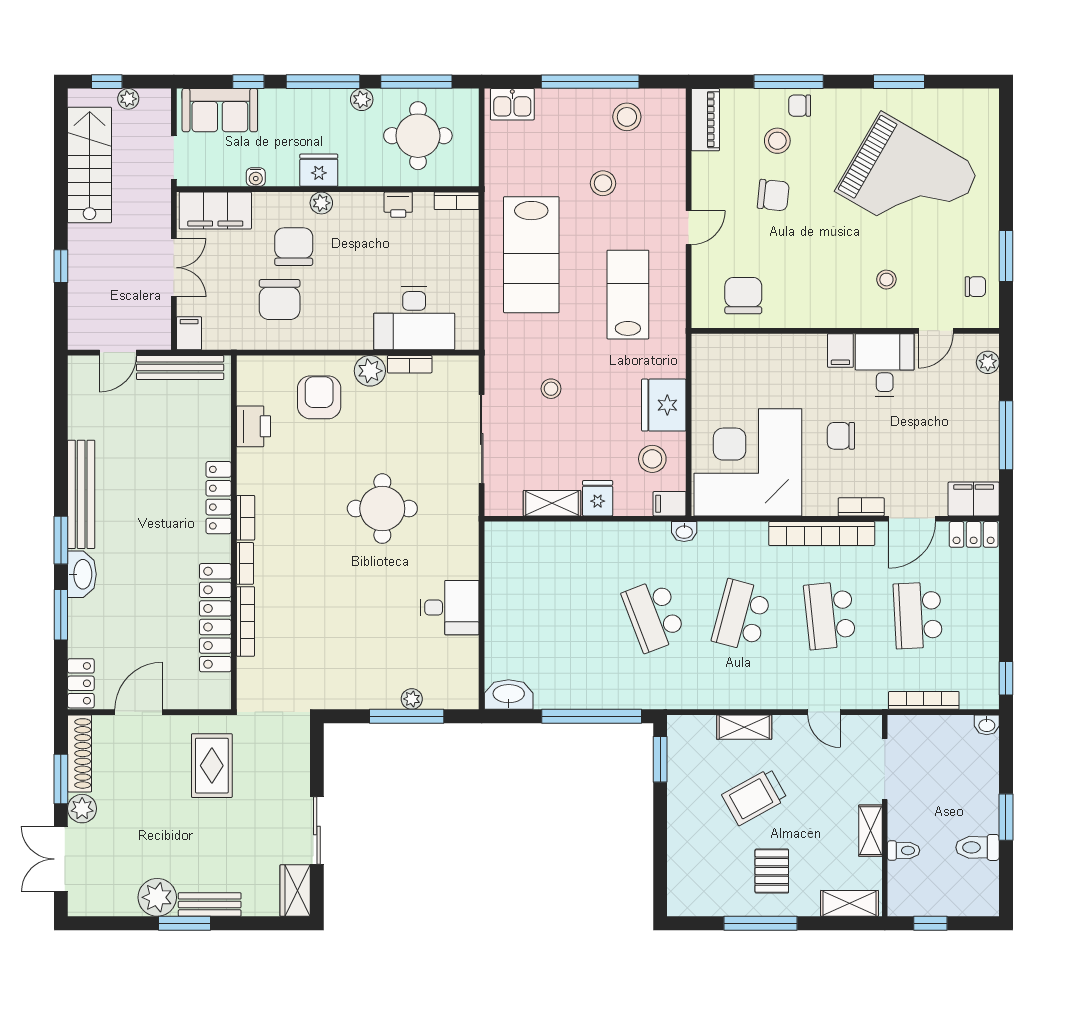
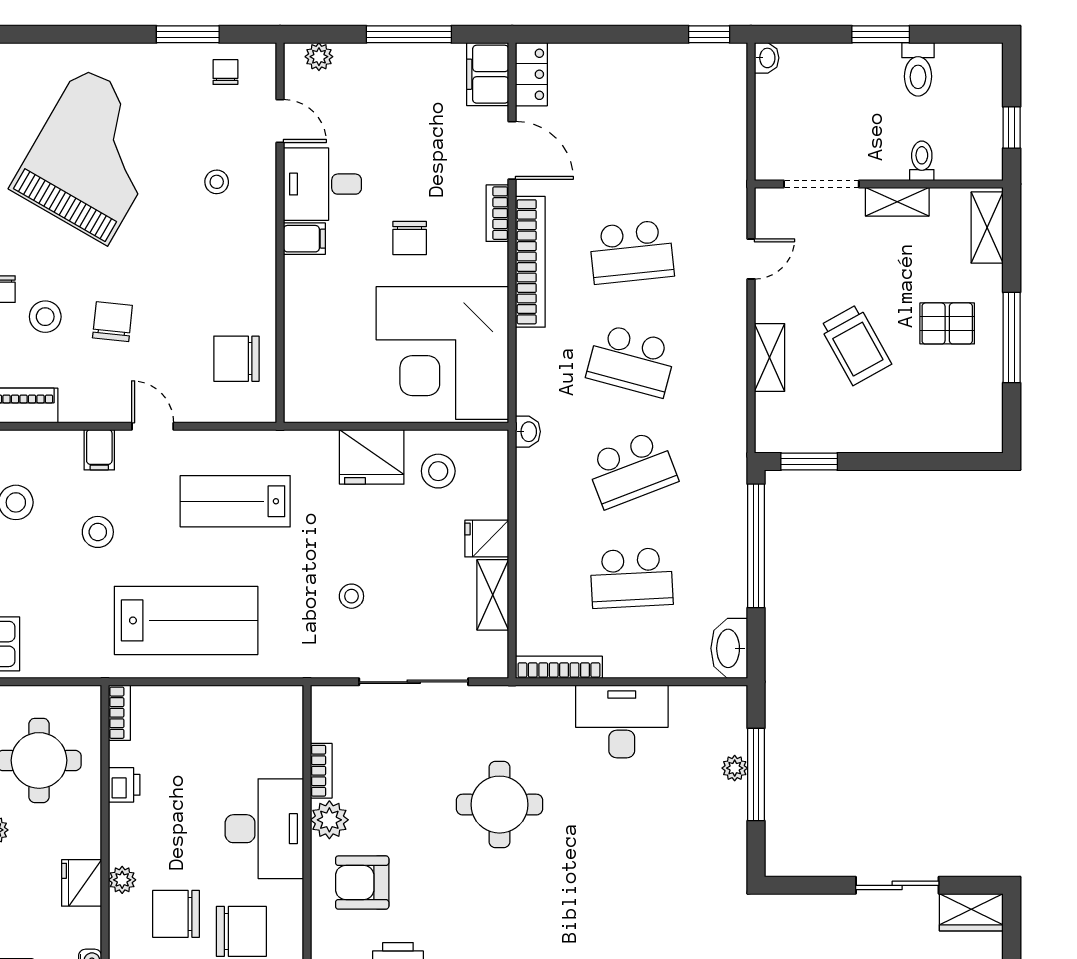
desk: (414, 318) -> (264, 829), moved
filing cabinet: (670, 504) -> (99, 450), moved
desk: (450, 608) -> (622, 721), width x1.37
school desk: (918, 615) -> (632, 578), moved
bookcase: (924, 700) -> (559, 667), moved, turned 90

